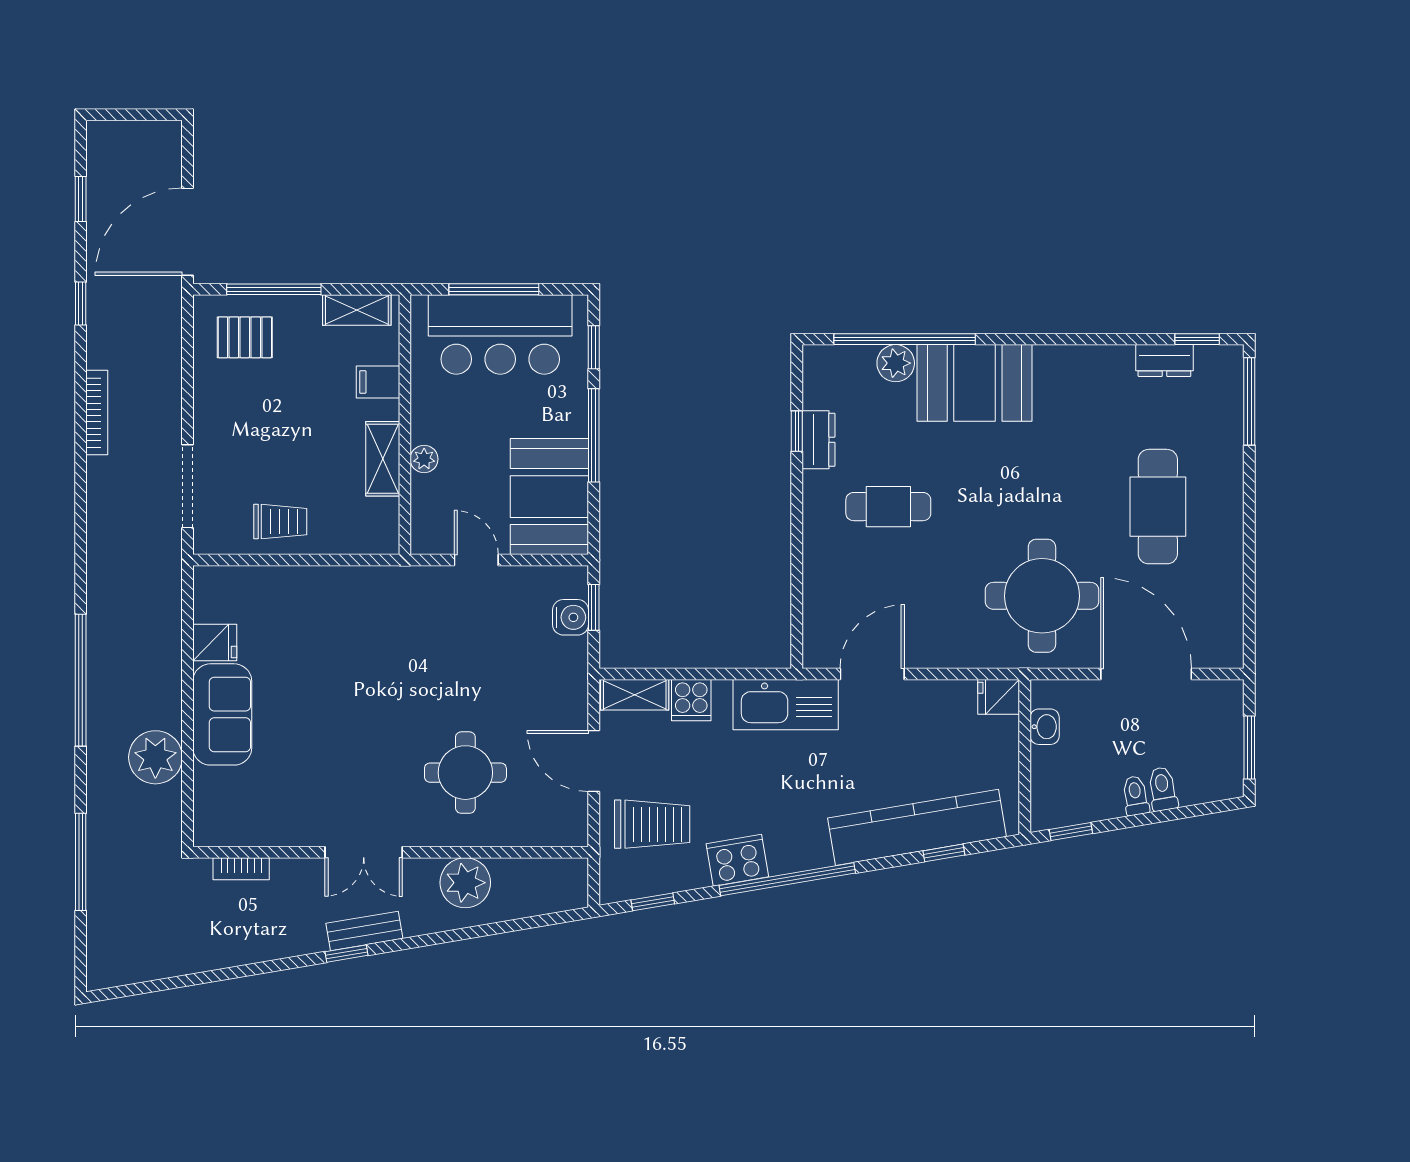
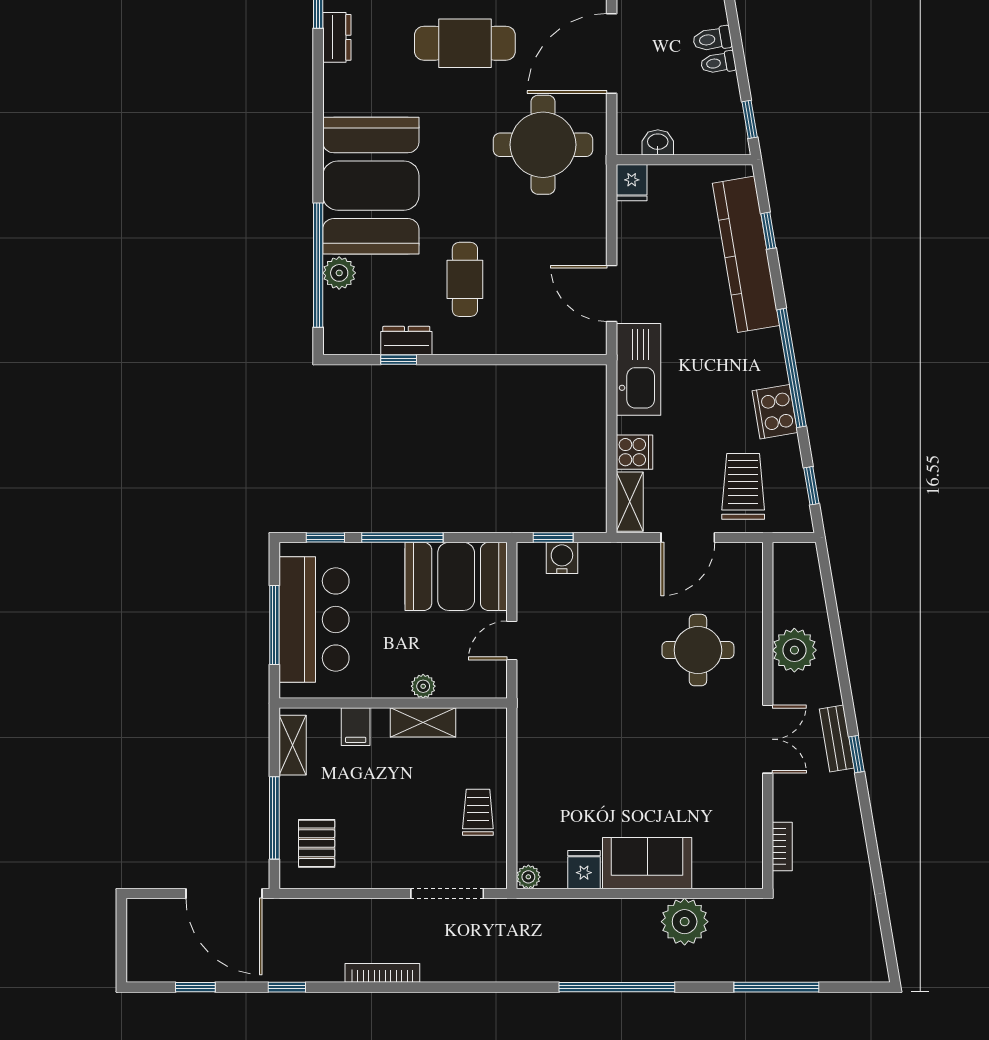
booth: (975, 383) -> (371, 186), width x1.36, depth x1.42
plant: (207, 579) -> (528, 877), added

